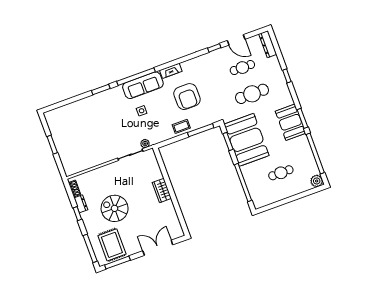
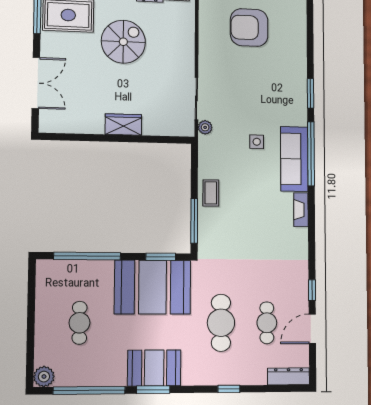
armchair: (187, 97) -> (249, 28), moved

